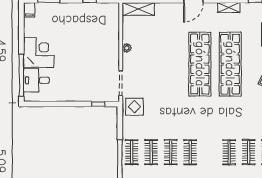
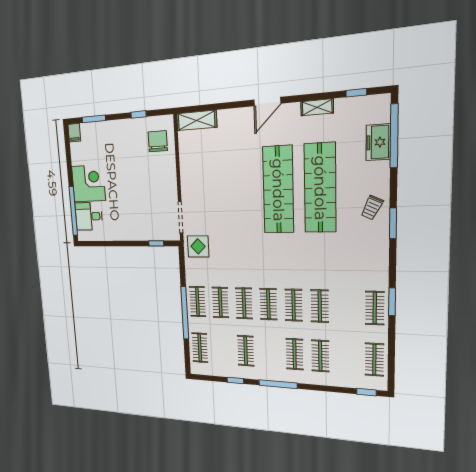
chair: (105, 22) -> (158, 141), added
plant: (127, 48) -> (185, 173), removed
clothes rail: (249, 152) -> (294, 305), moved

